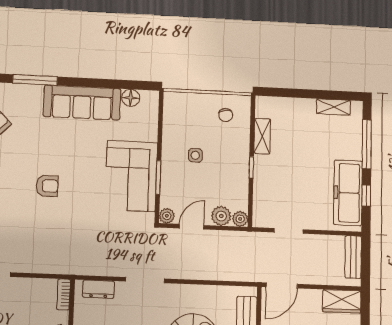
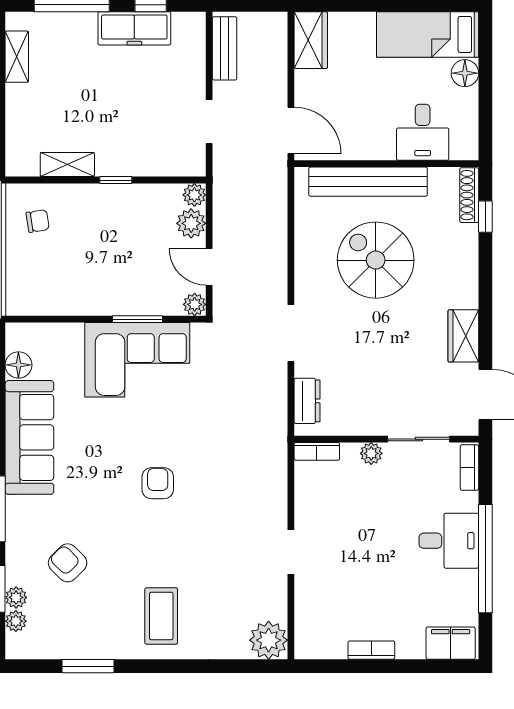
side table: (195, 155) -> (101, 265), removed
freezer: (348, 193) -> (134, 28), width x0.73, depth x0.79
bench: (353, 257) -> (225, 48), moved, turned 90

